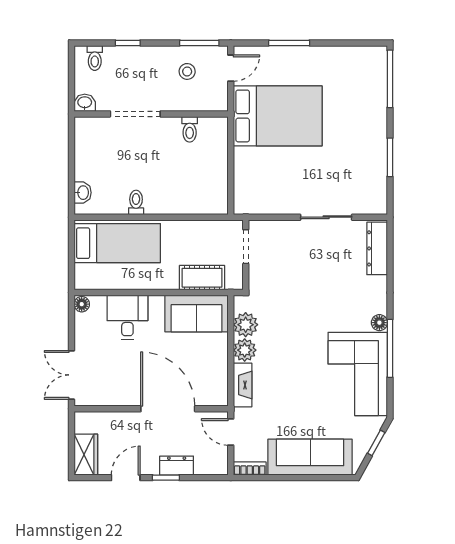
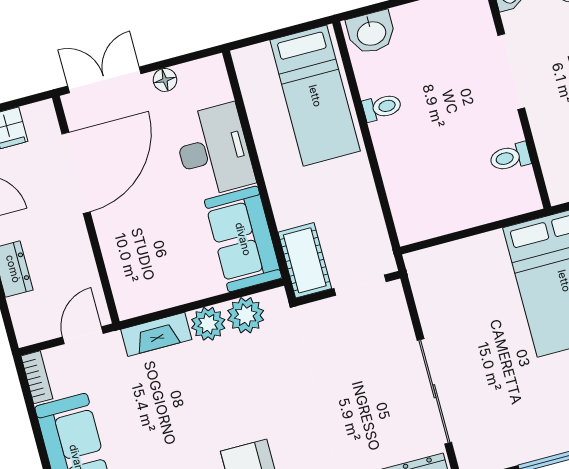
washbasin: (83, 193) -> (371, 32), width x1.38, depth x1.45
sliding door: (326, 217) -> (434, 391), width x1.37
cot: (202, 278) -> (305, 260), moved
floor lamp: (82, 304) -> (165, 80), moved
desk: (127, 317) -> (214, 150), width x1.37
door: (168, 409) -> (76, 173), moved

